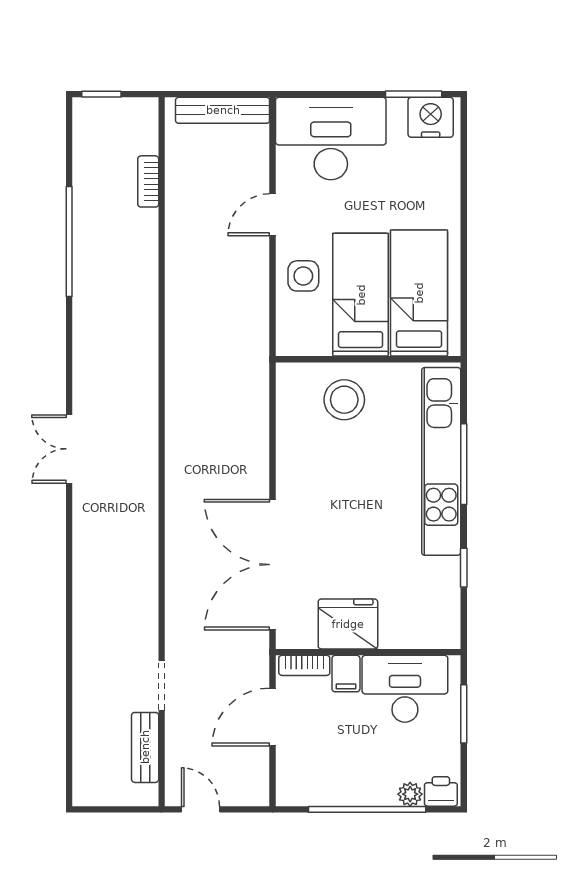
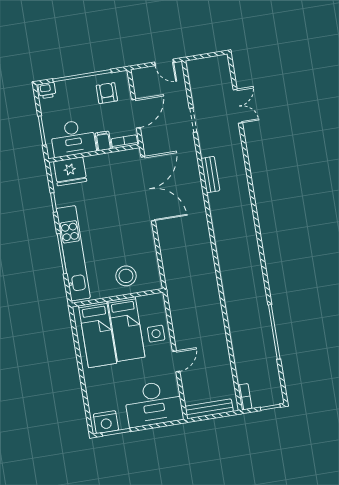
bookcase: (148, 181) -> (245, 397), moved
double door: (69, 449) -> (238, 106), moved
fridge: (348, 624) -> (70, 171), moved
bench: (145, 747) -> (210, 175), moved
armchair: (324, 767) -> (107, 93), added
plant: (410, 794) -> (62, 87), removed

